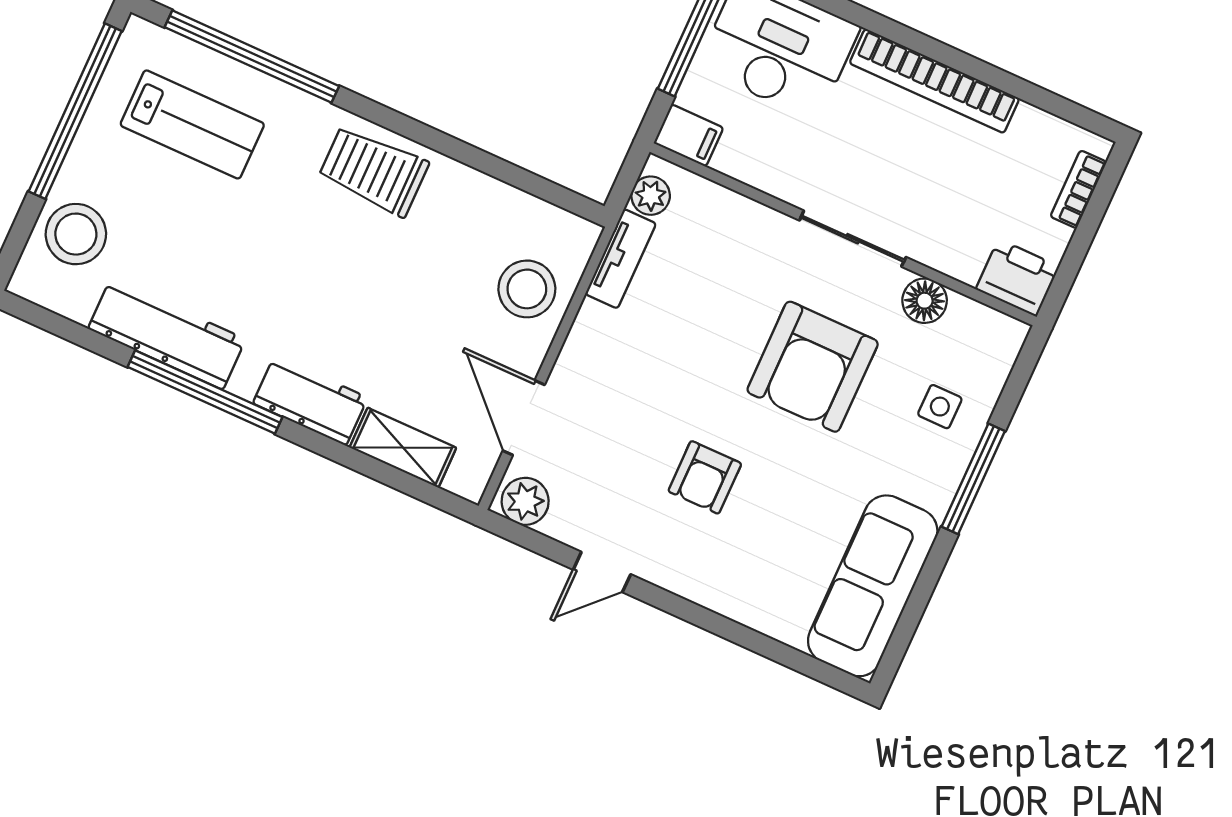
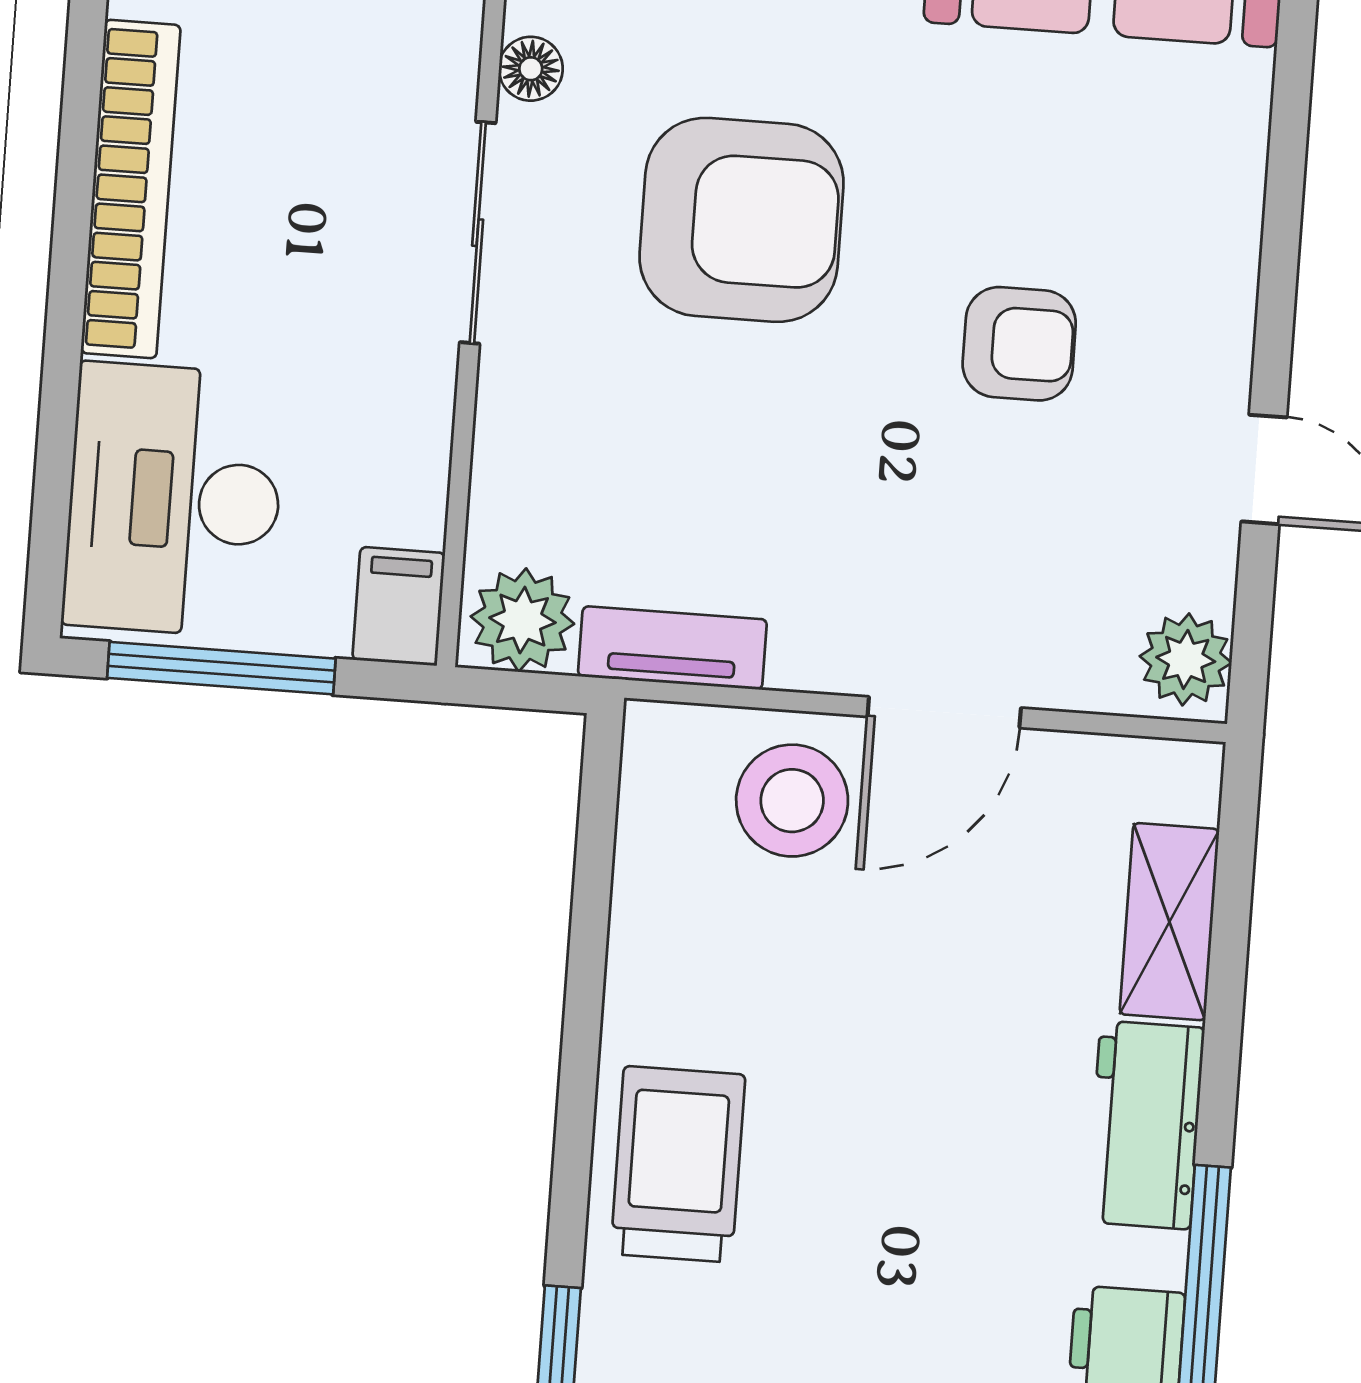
trolley: (374, 171) -> (678, 1164), turned 180
plant: (651, 196) -> (522, 620), width x1.38, depth x1.38
floor lamp: (925, 301) -> (531, 69), width x0.73, depth x0.73
door: (524, 418) -> (944, 712), moved

